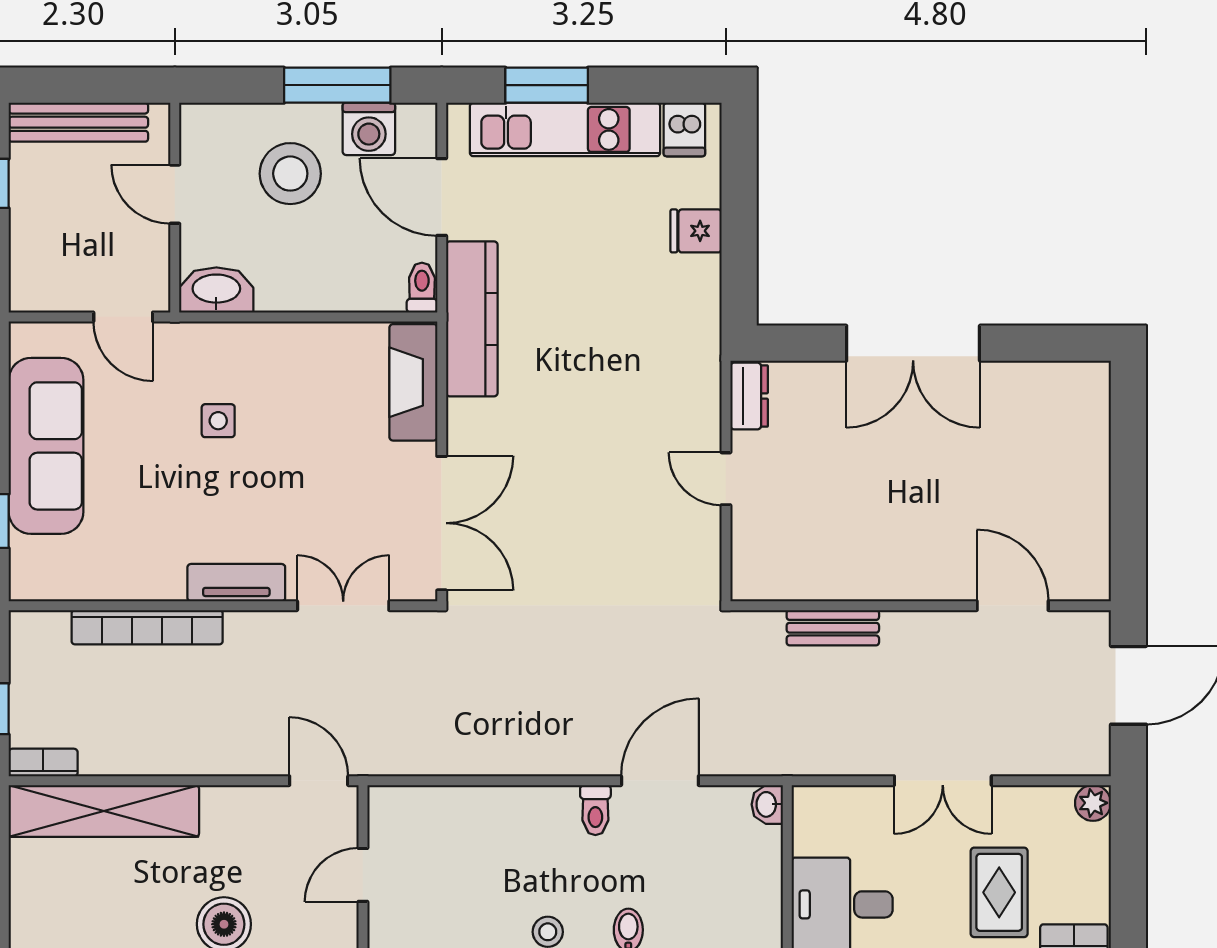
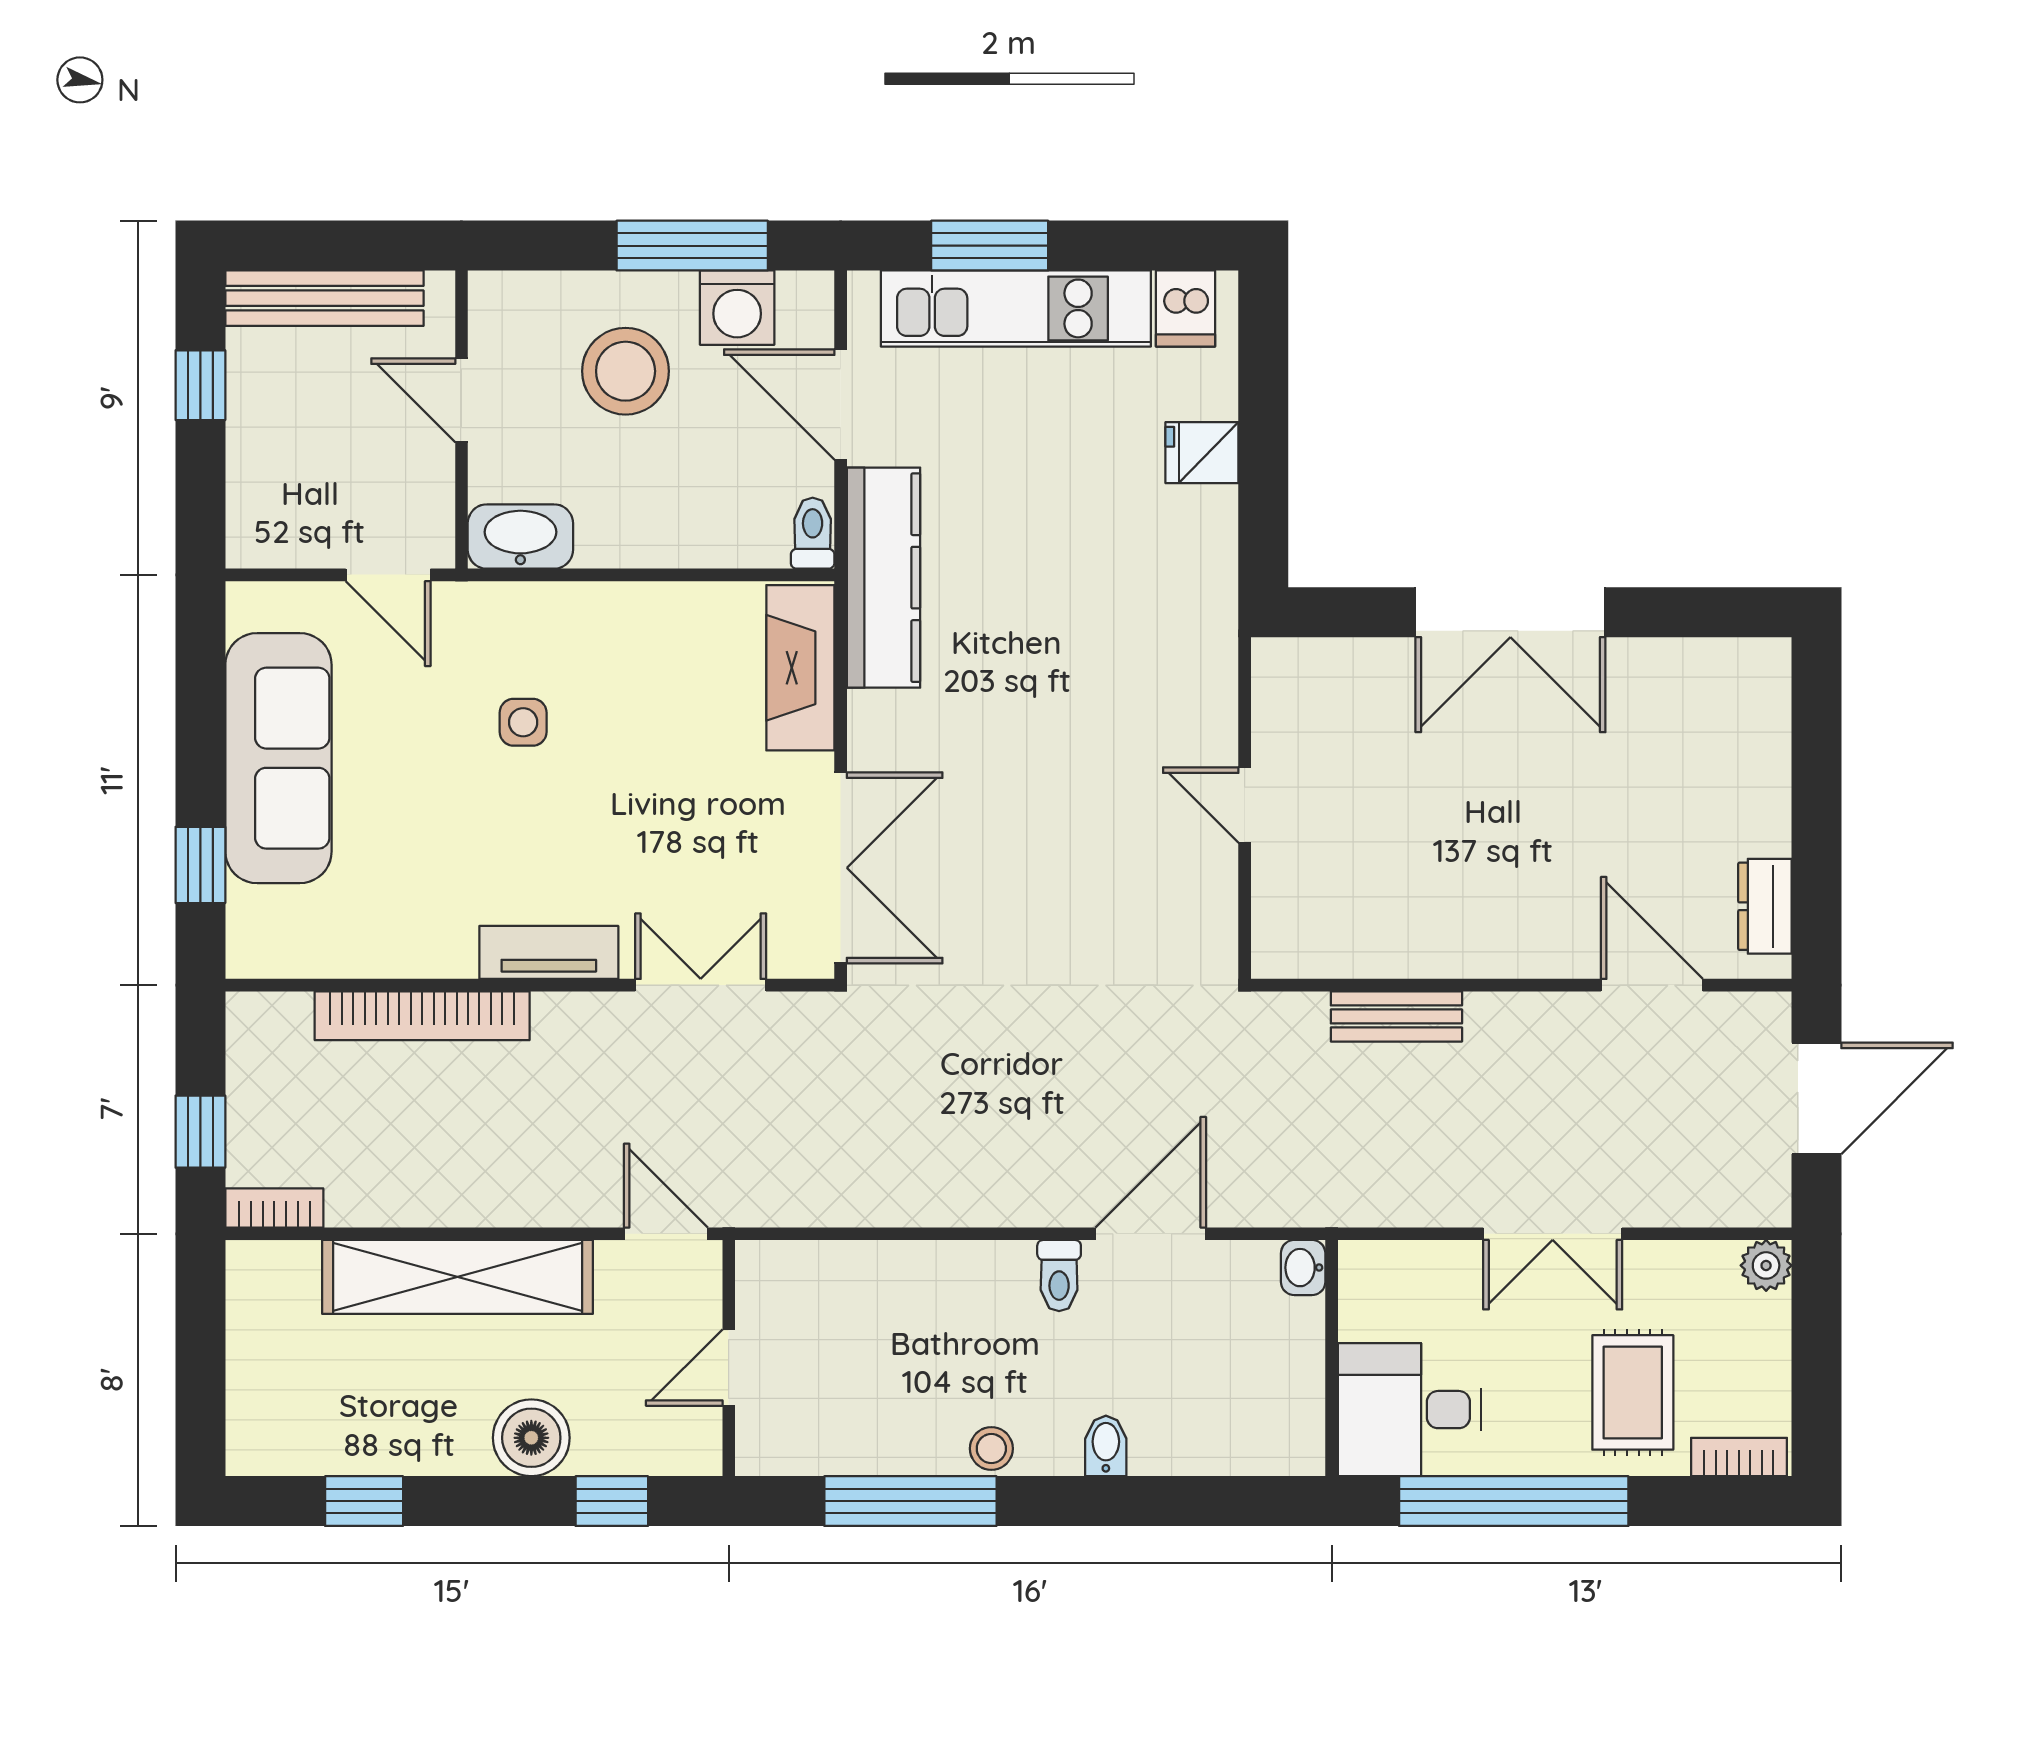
dresser: (749, 396) -> (1765, 906), moved, turned 180
shelving: (104, 811) -> (458, 1277), moved

